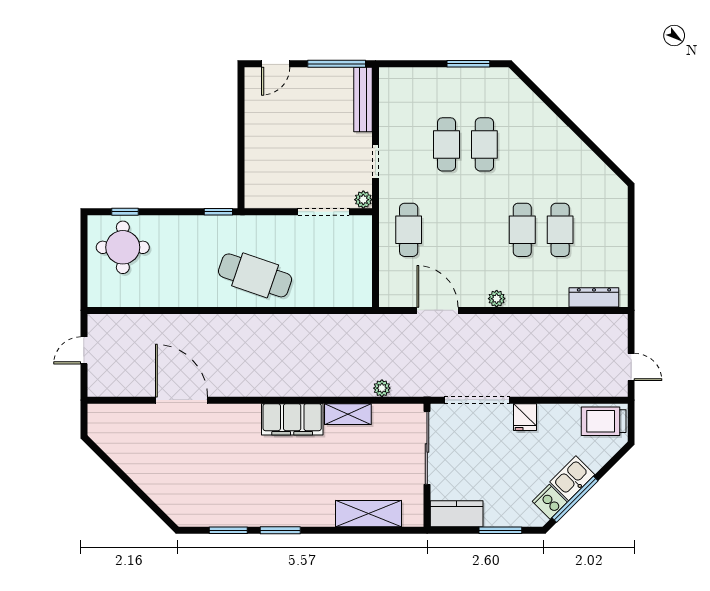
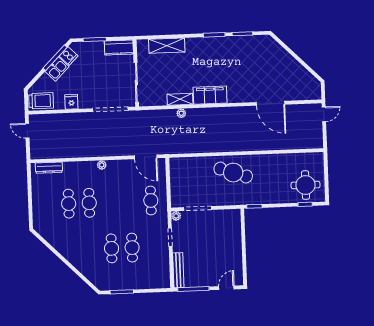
door: (437, 310) -> (146, 157), moved
door: (84, 350) -> (324, 114), moved
plant: (382, 388) -> (181, 113), moved
fridge: (525, 417) -> (71, 102), moved

